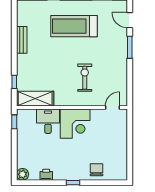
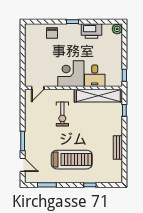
shelving: (35, 99) -> (98, 96), width x1.47
printer: (46, 175) -> (91, 31), width x1.87, depth x1.48

